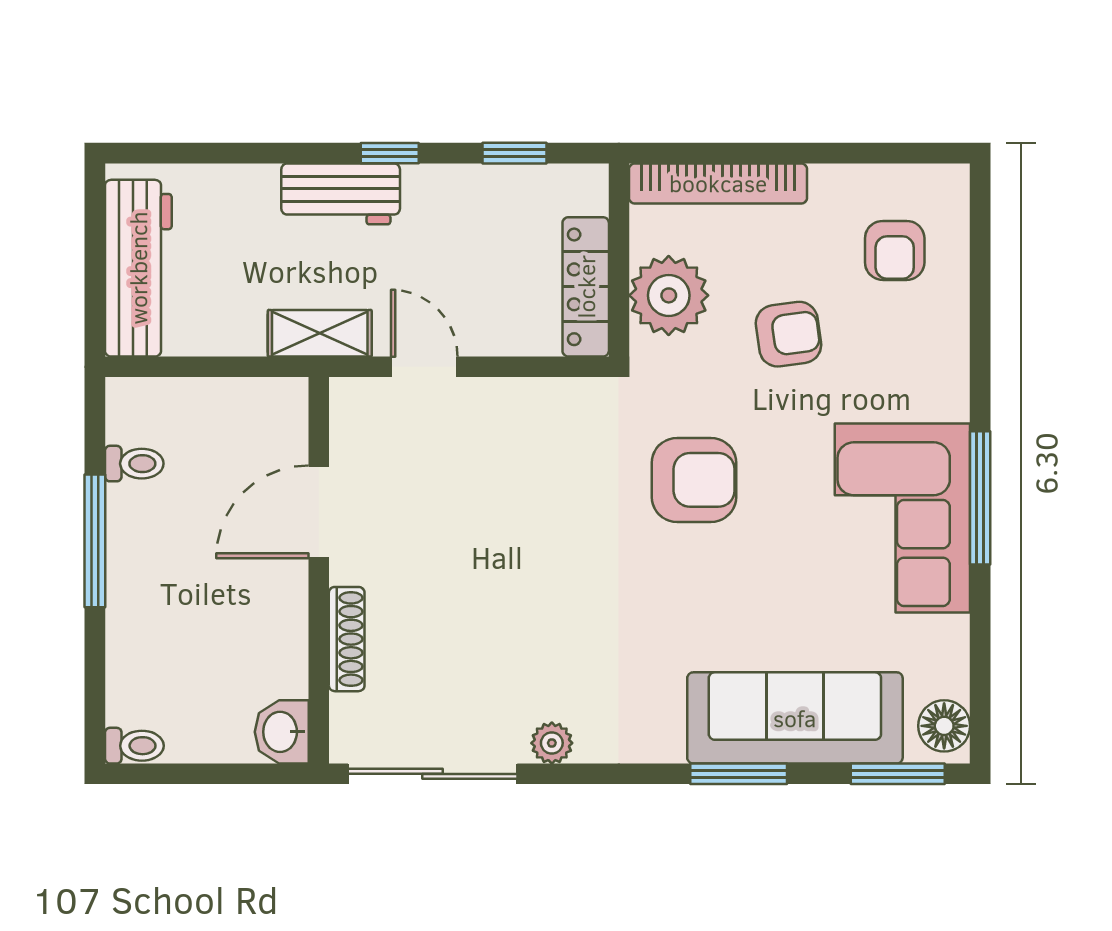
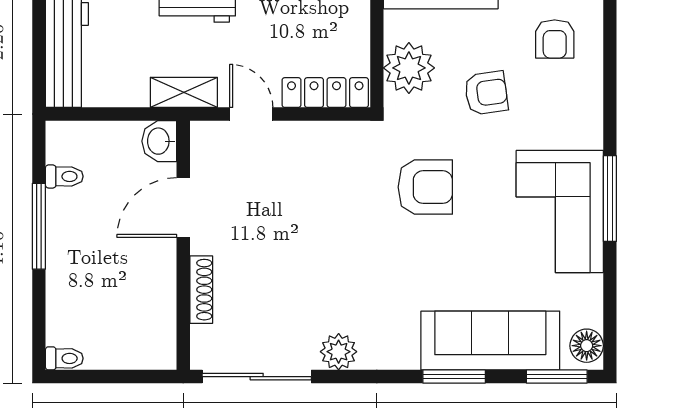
locker: (586, 287) -> (325, 93), moved, turned 90
washbasin: (282, 732) -> (159, 141), moved
plant: (552, 743) -> (339, 352), width x1.38, depth x1.38

